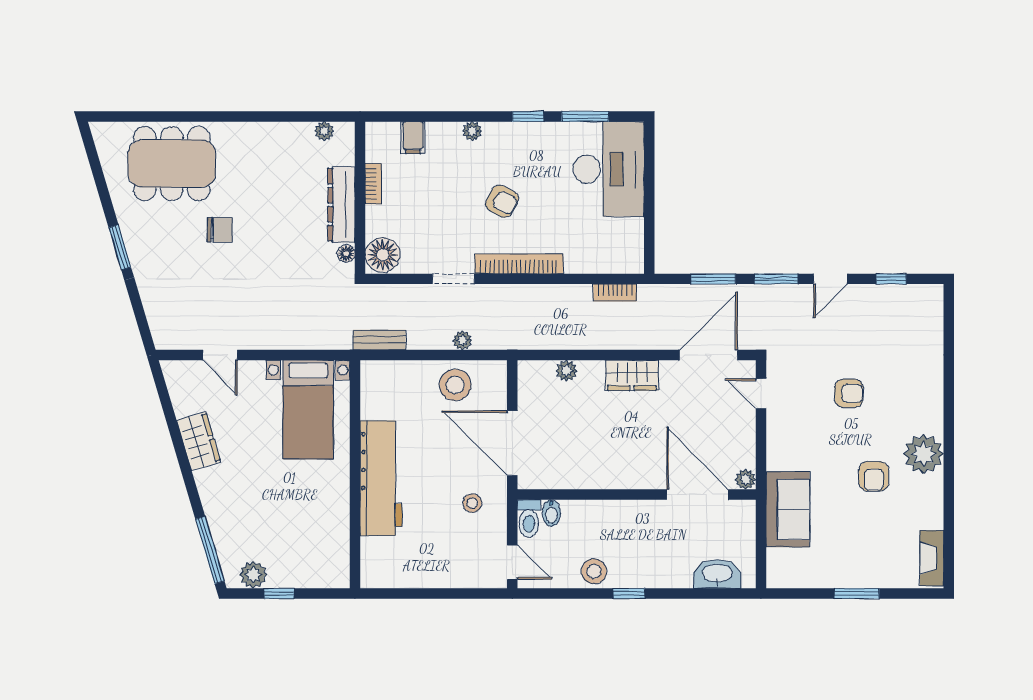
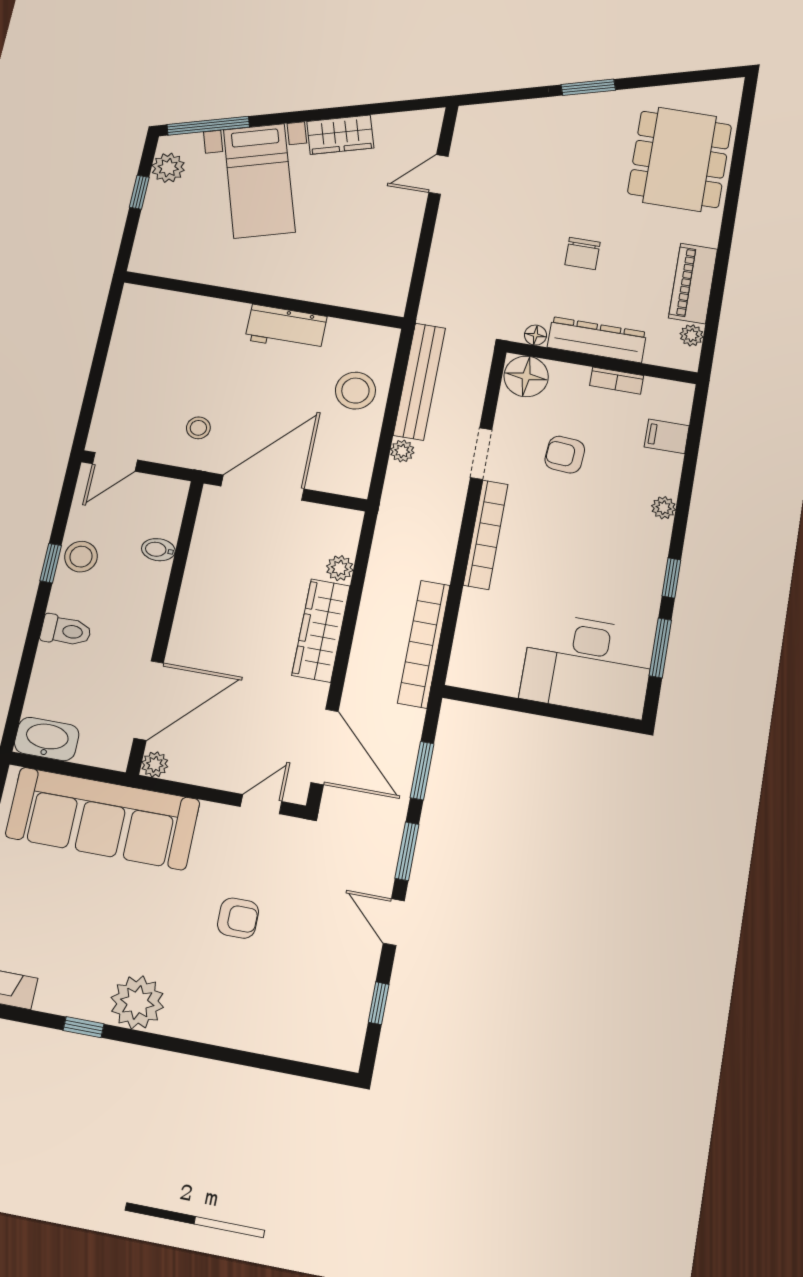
piano: (279, 136) -> (693, 283), added
armchair: (502, 201) -> (565, 455), moved, turned 66
chair: (220, 230) -> (582, 254), moved
bookcase: (615, 293) -> (424, 644), width x2.31, depth x1.31
bench: (379, 340) -> (419, 381), width x1.86, depth x1.21
wardrobe: (632, 375) -> (321, 630), width x1.50
stool: (455, 385) -> (355, 391), moved
armchair: (849, 393) -> (238, 918), turned -90
bed with nightstands: (308, 410) -> (259, 181), moved, turned -107
armchair: (874, 476) -> (122, 930), removed
workbench: (381, 478) -> (286, 328), width x0.53, depth x0.76
window: (949, 489) -> (84, 1027), added
sofa: (788, 509) -> (103, 818), width x1.85, depth x1.27
bidet: (551, 513) -> (158, 550), moved
toilet: (529, 519) -> (66, 631), moved, turned 180
washbasin: (717, 574) -> (47, 739), moved, turned -90
window: (629, 594) -> (51, 563), moved

